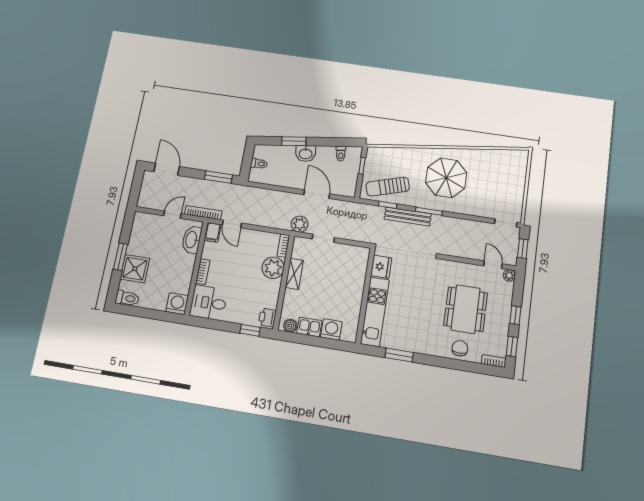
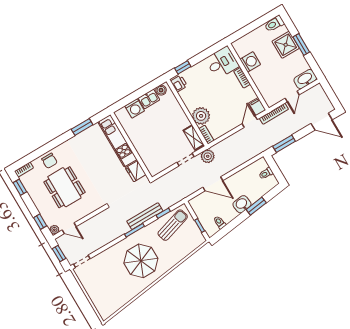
door: (232, 224) -> (250, 122), hinge flipped
washbasin: (192, 240) -> (305, 79), moved, turned -90
shelving: (294, 274) -> (194, 138), moved
washing machine: (177, 304) -> (250, 62), moved, turned -90
window: (515, 315) -> (40, 222), moved

